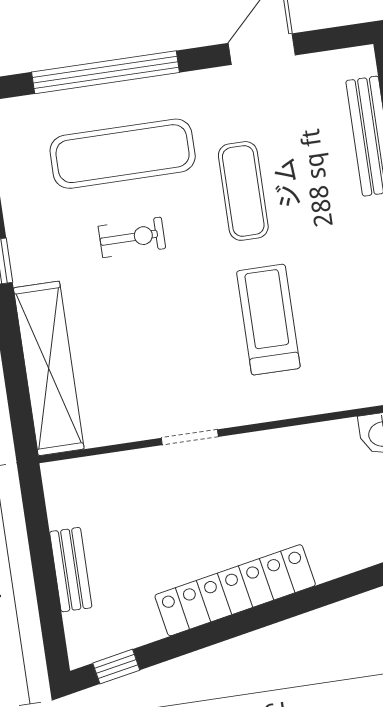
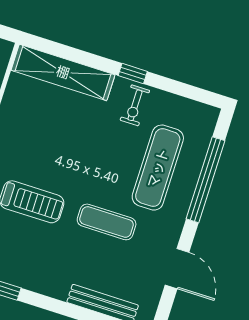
exercise bike: (132, 237) -> (135, 105), moved

